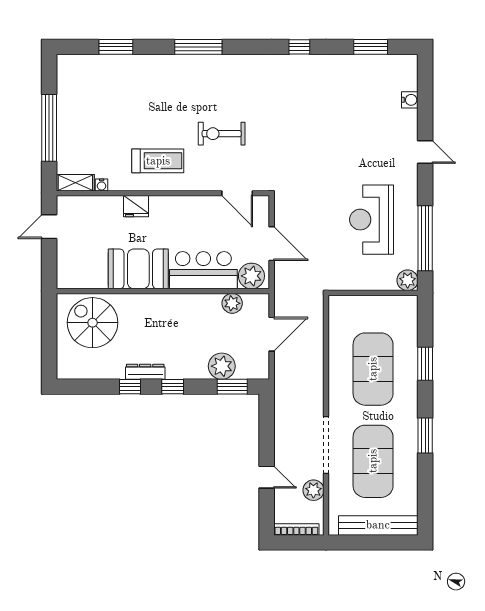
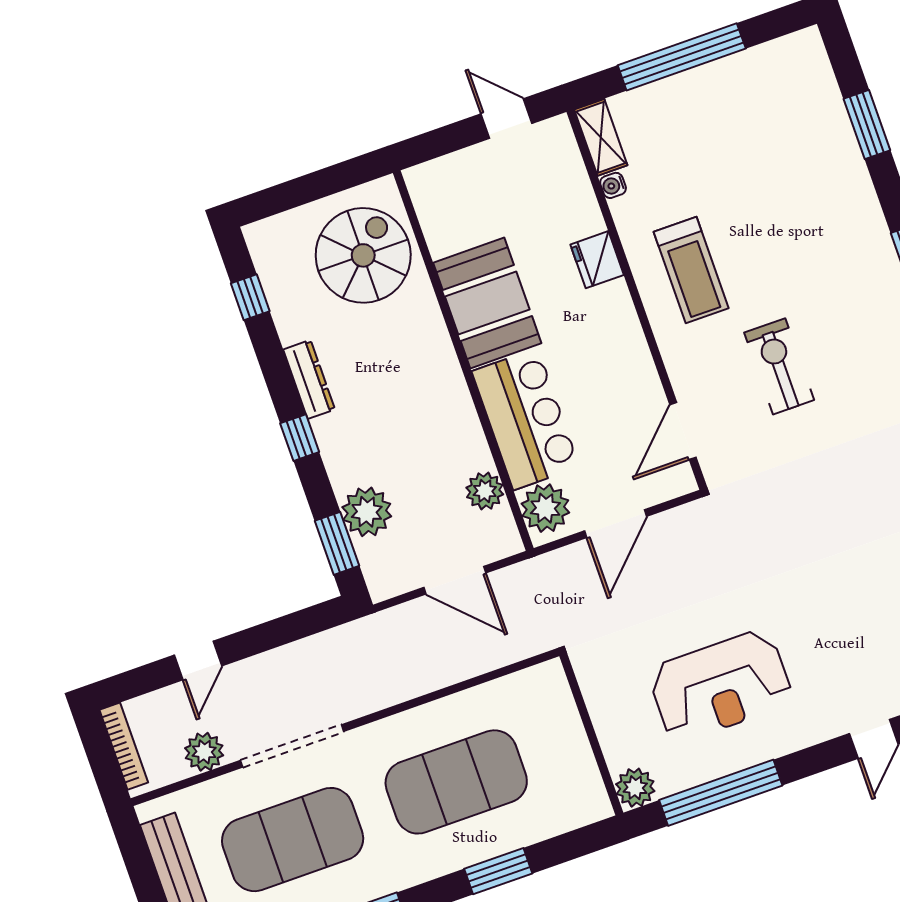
reception desk: (372, 220) -> (720, 686), turned 180
window: (130, 387) -> (250, 297), moved

